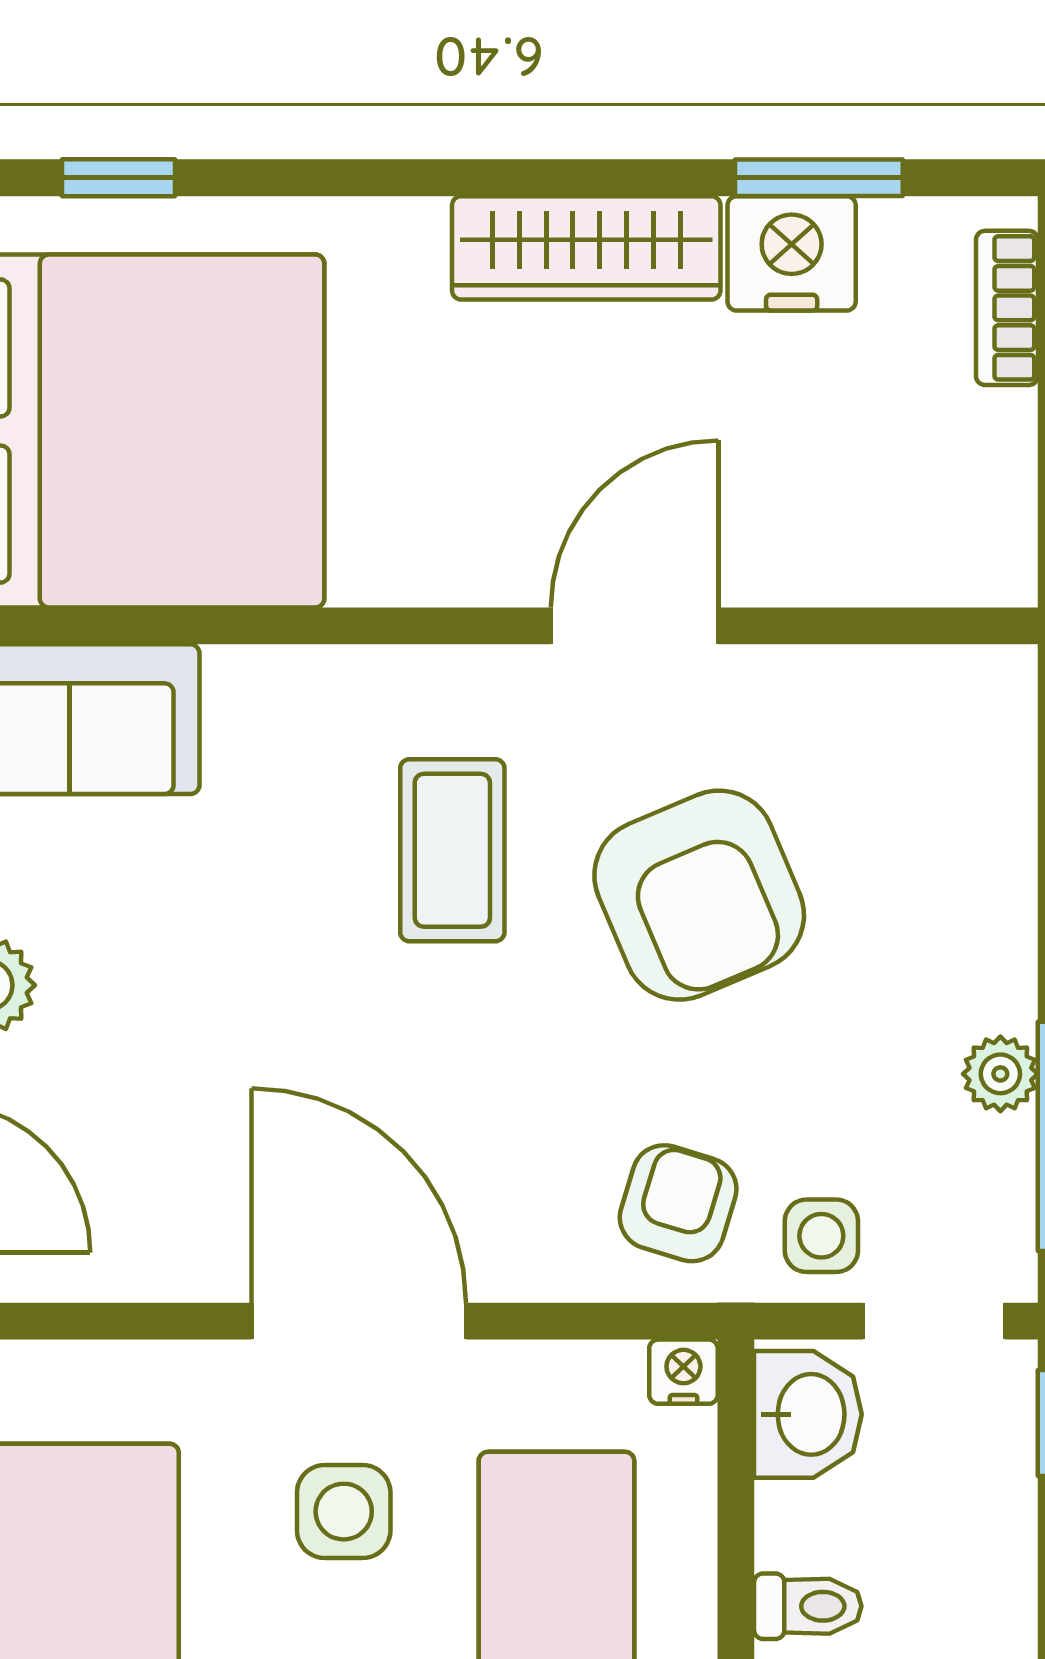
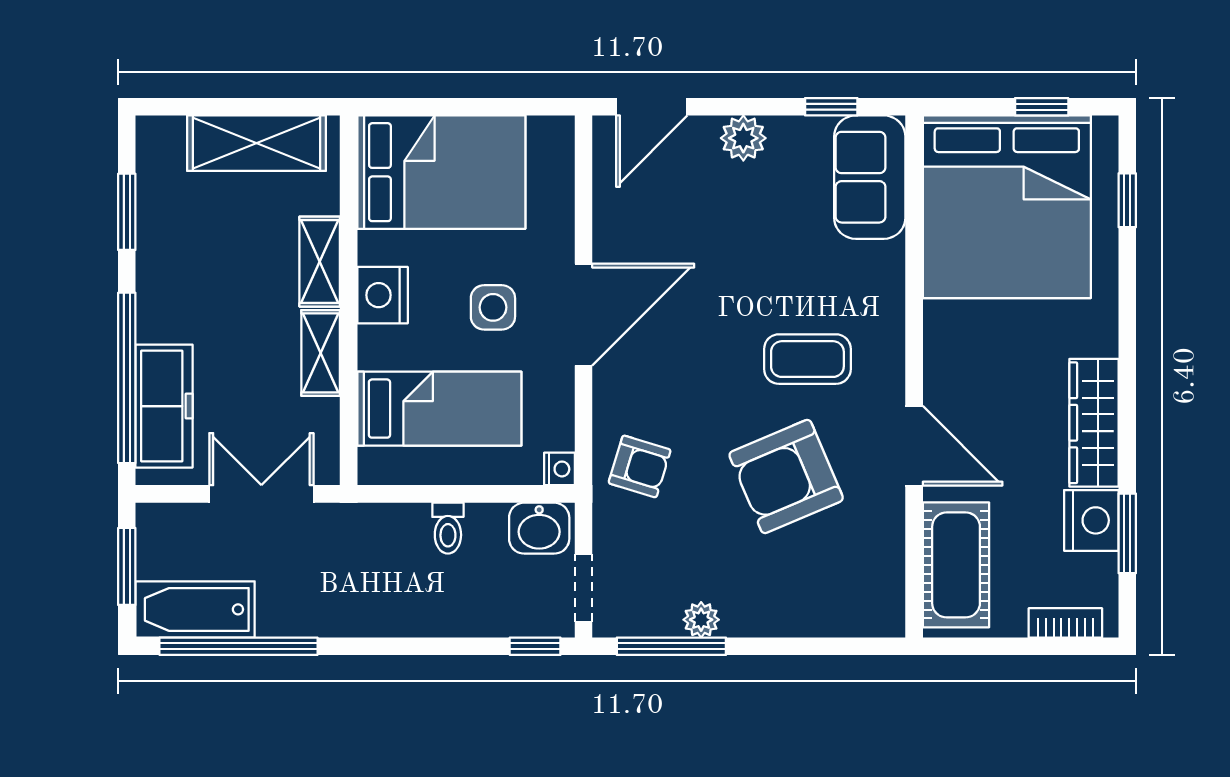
cot: (885, 538) -> (956, 565), added
side table: (821, 1236) -> (624, 535), removed

